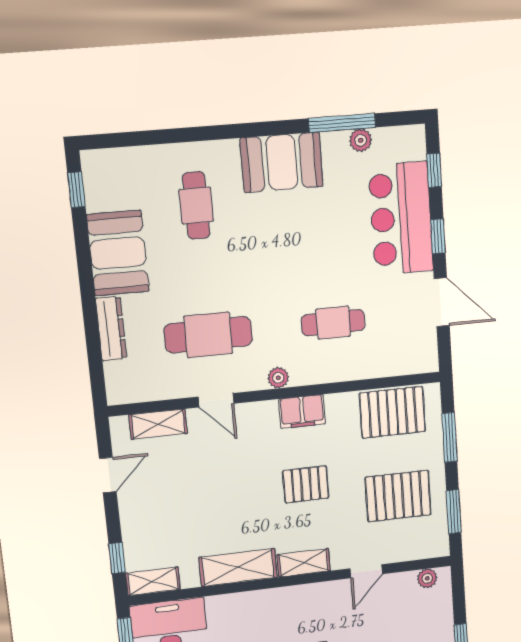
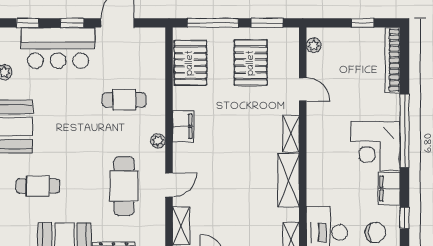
cafe table: (333, 323) -> (124, 100), turned 90
window: (449, 437) -> (213, 23), width x1.44
pallet: (306, 484) -> (235, 128), removed

